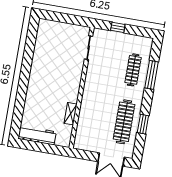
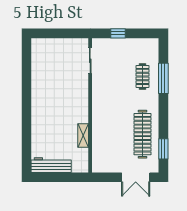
clothes rail: (133, 70) -> (142, 76), width x0.73
window: (143, 124) -> (163, 149), moved

